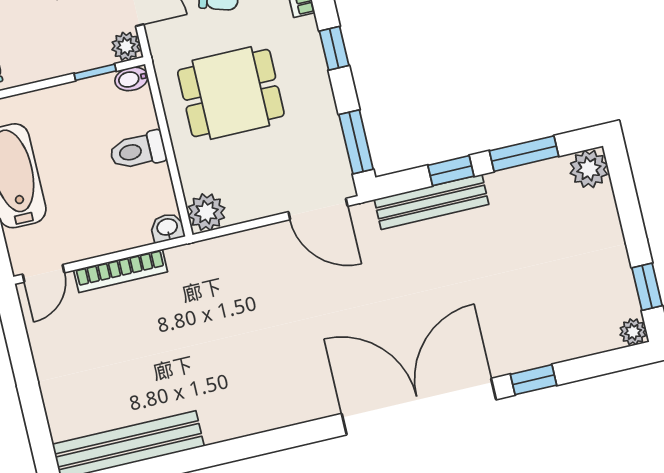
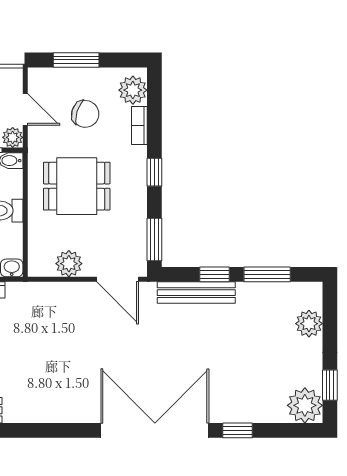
plant: (589, 169) -> (309, 324), moved
plant: (206, 212) -> (69, 264), moved
plant: (633, 332) -> (305, 405), width x1.88, depth x1.88

